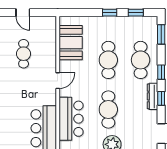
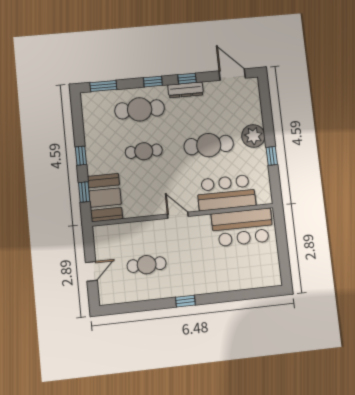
window: (136, 13) -> (84, 192), moved
booth: (71, 43) -> (105, 198), moved, turned 90
cafe table: (108, 60) -> (144, 151), width x0.73, depth x0.74

